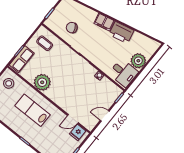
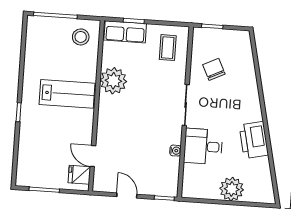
filing cabinet: (104, 22) -> (252, 107), removed
desk: (123, 73) -> (203, 146), moved, turned 90
lab bench: (33, 110) -> (67, 94), turned 90

